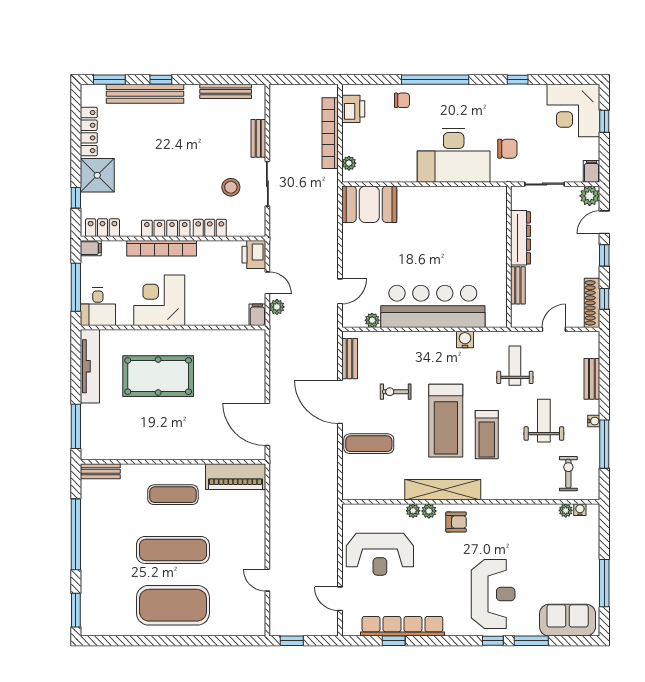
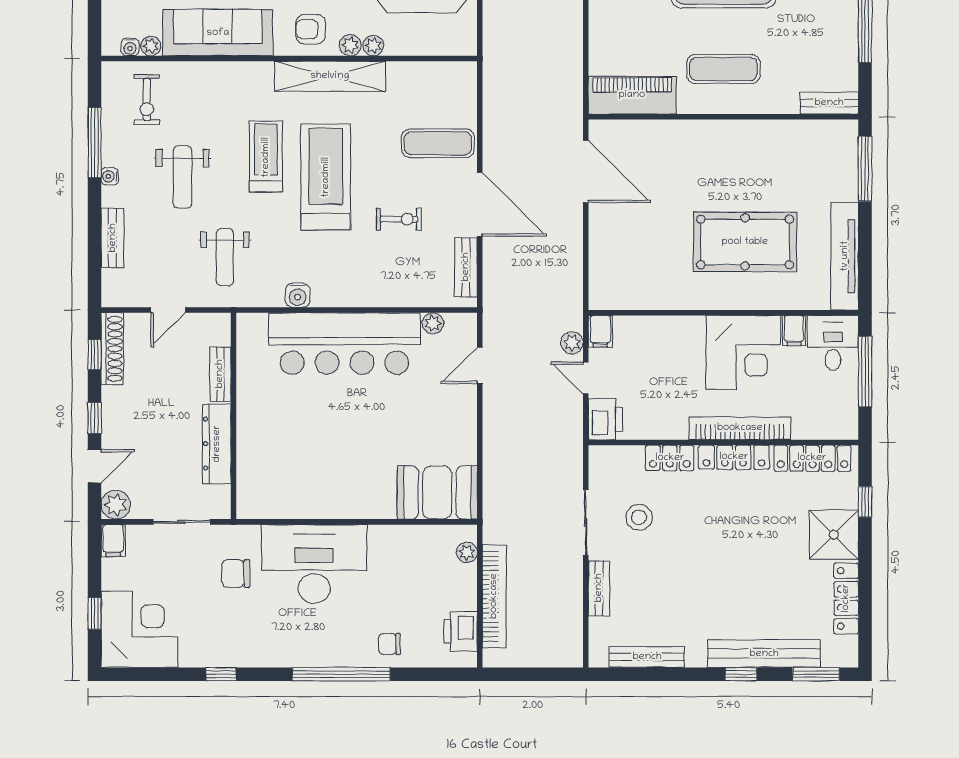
locker: (103, 228) -> (812, 458), width x1.53
filing cabinet: (91, 248) -> (794, 330), moved, turned -90
sofa: (520, 520) -> (218, 33), added

